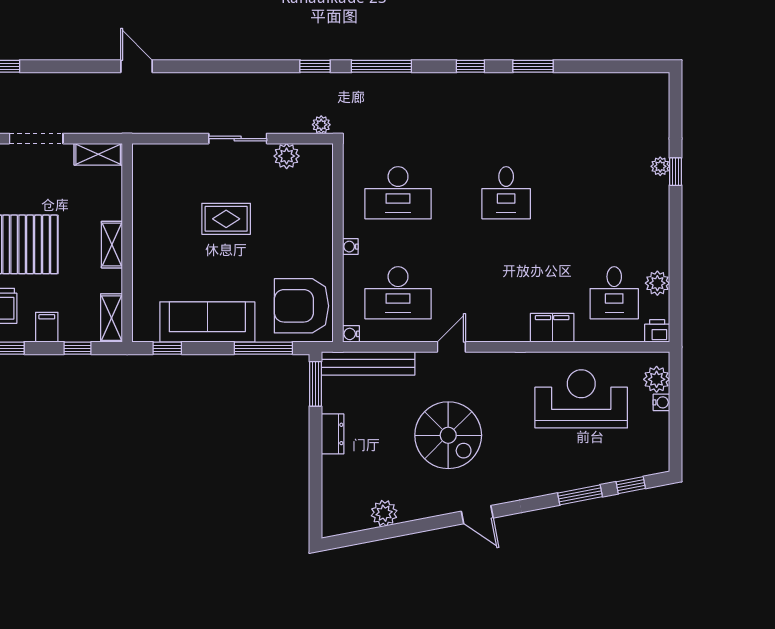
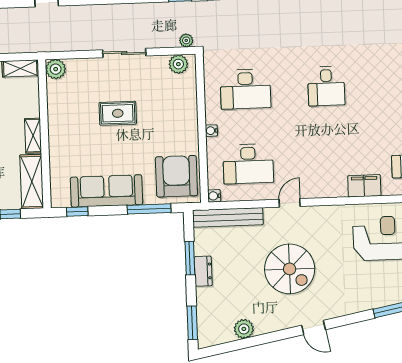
plant: (287, 156) -> (178, 64), moved
plant: (145, 157) -> (56, 69), added
armchair: (302, 306) -> (176, 176), turned 90
shelving: (111, 318) -> (32, 182), width x1.50, depth x1.33
window: (315, 384) -> (190, 258), moved
window: (315, 502) -> (192, 323), added

